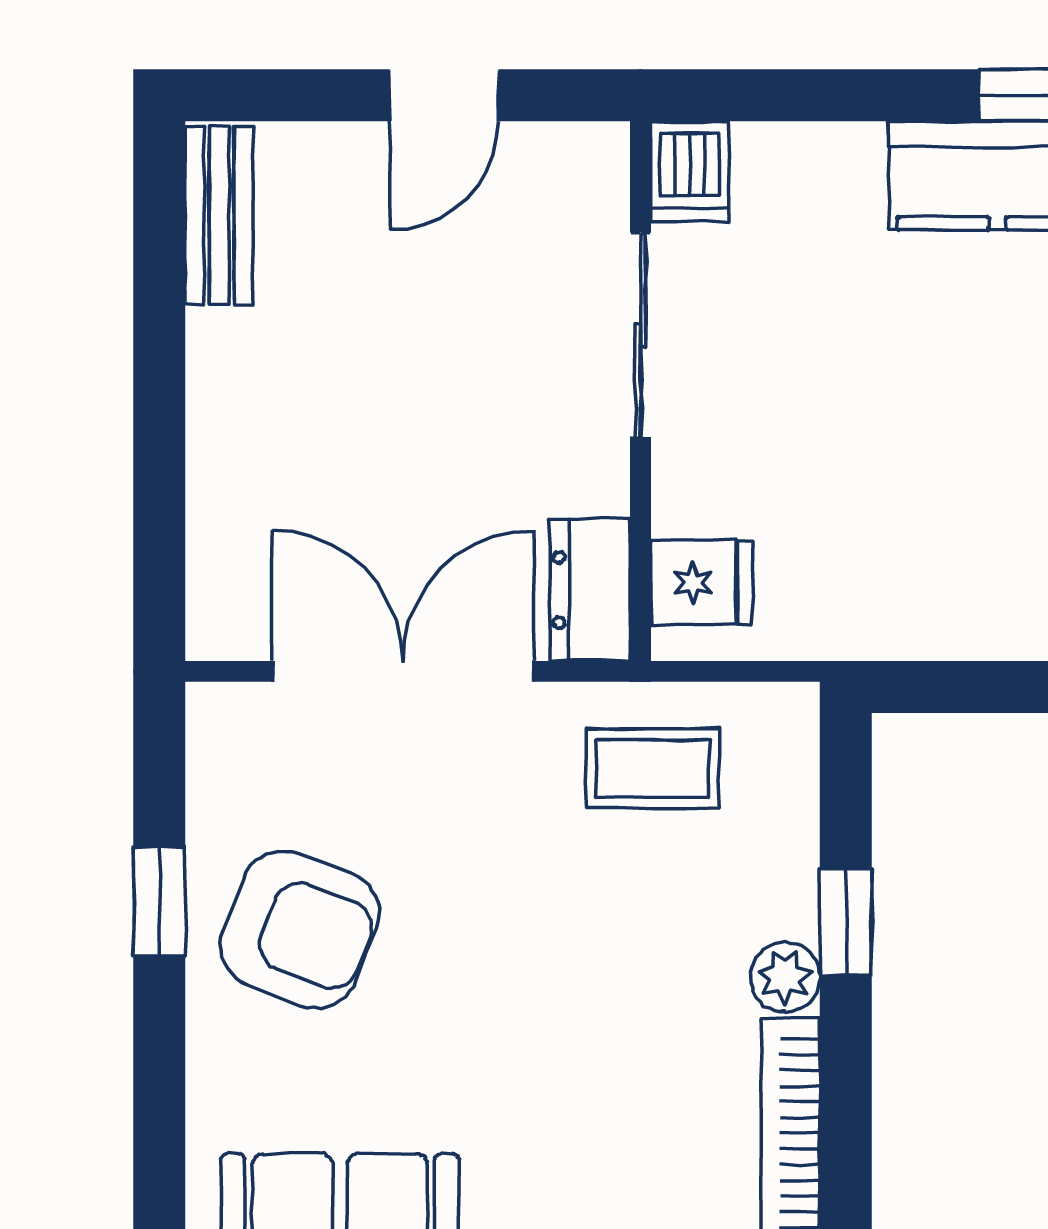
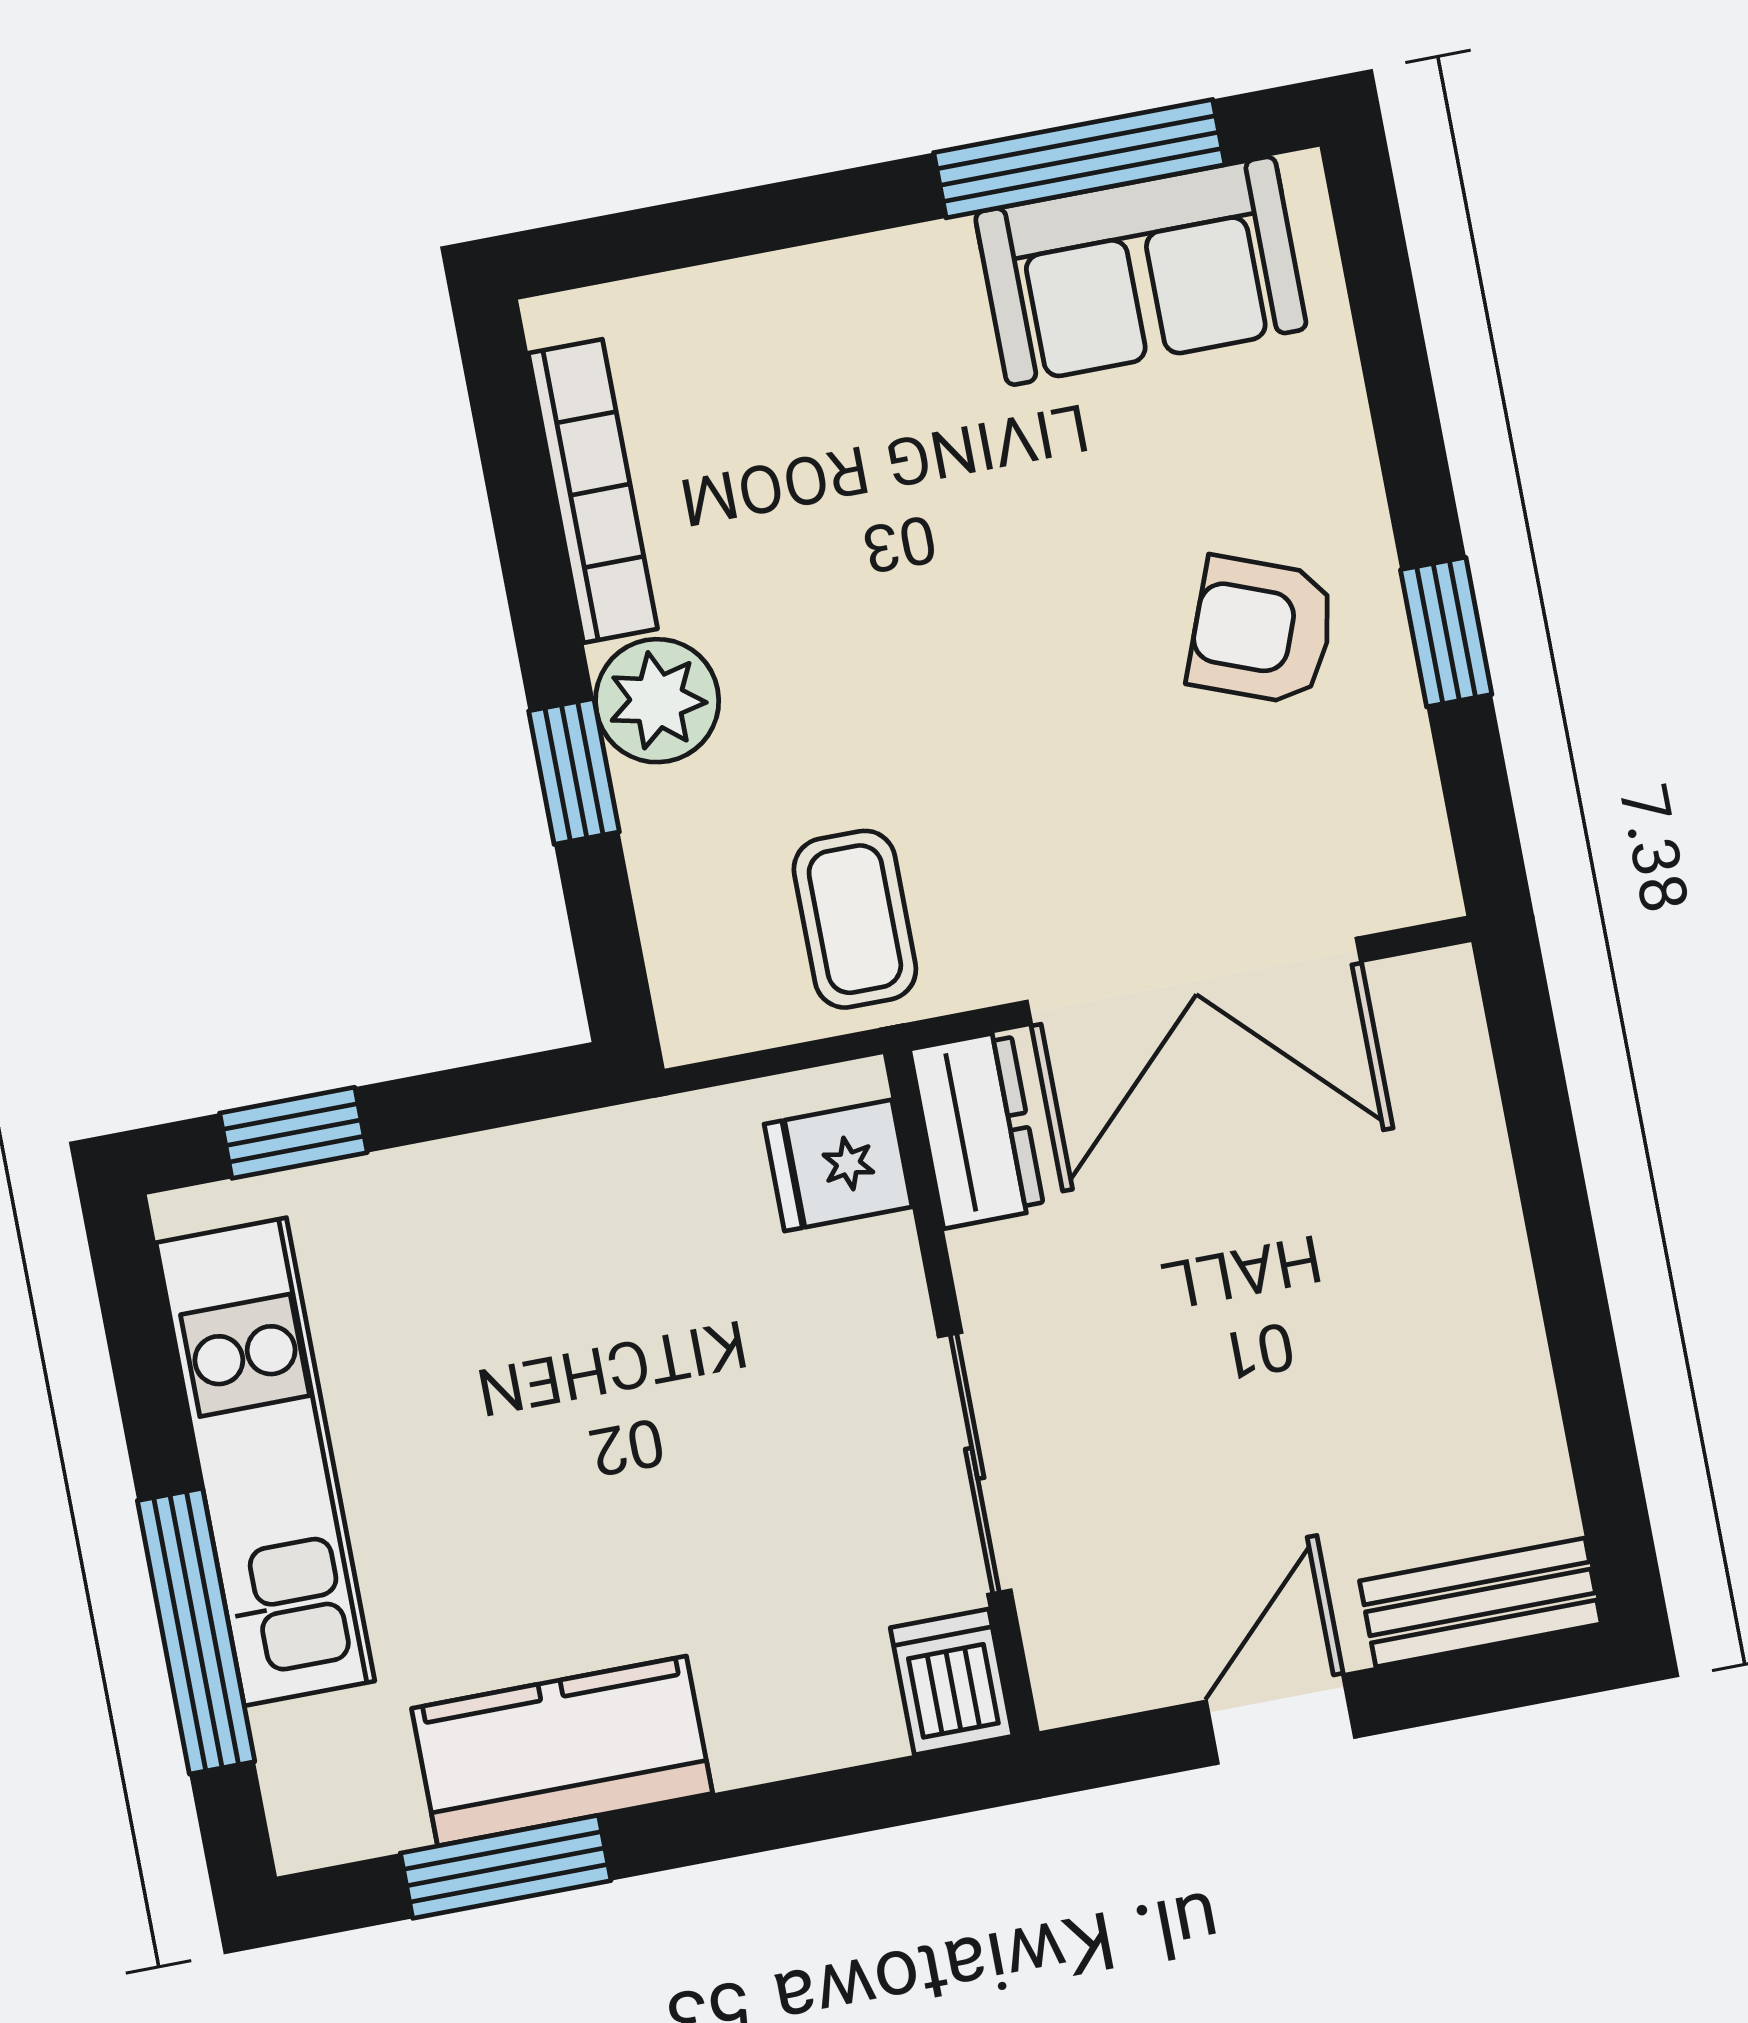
bench: (219, 216) -> (1480, 1602), moved, turned 90
coffee table: (653, 768) -> (855, 919), turned 90
armchair: (300, 929) -> (1262, 631), width x0.72, depth x0.72
plant: (785, 977) -> (657, 701), width x1.38, depth x1.38

